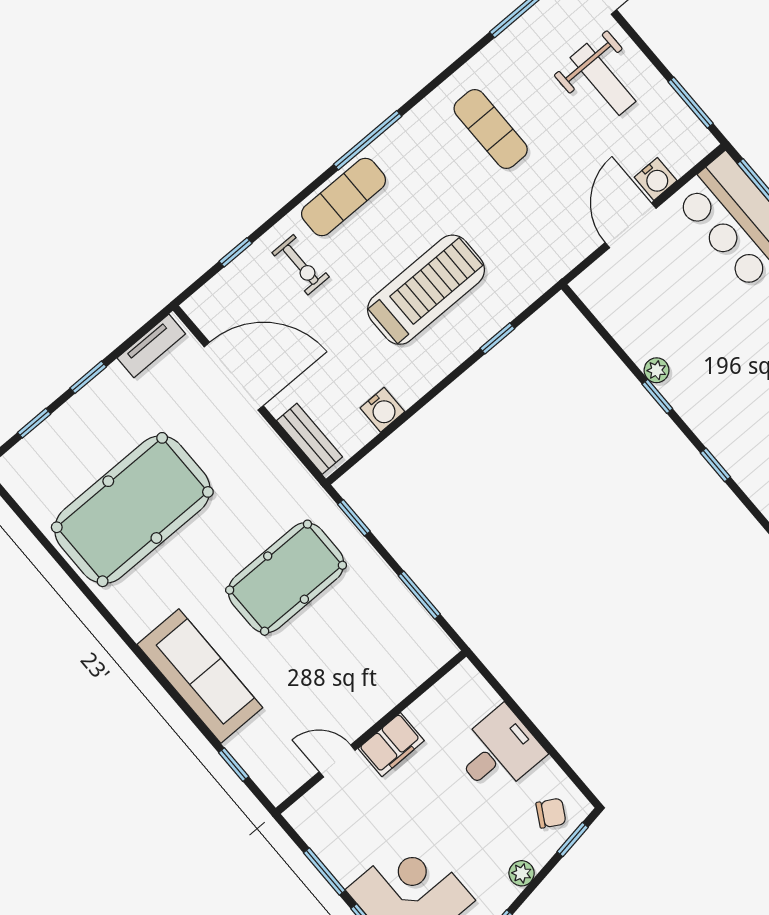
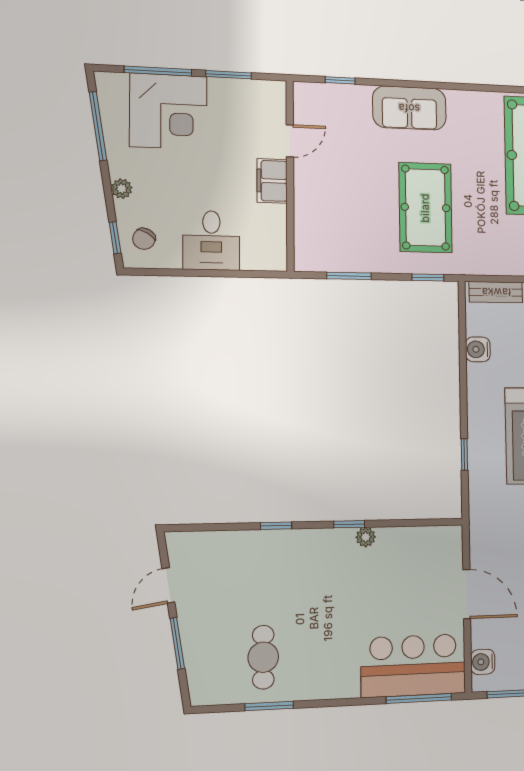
water cooler: (656, 179) -> (483, 662), moved
sofa: (200, 676) -> (409, 108), width x0.73

